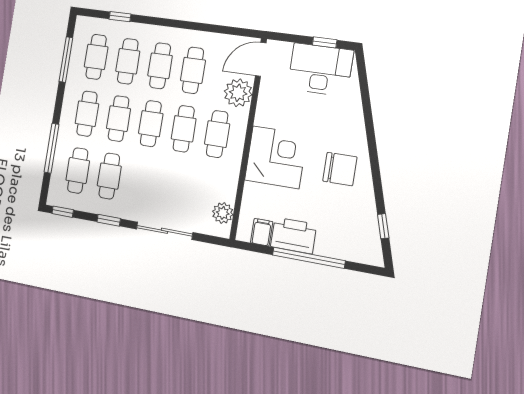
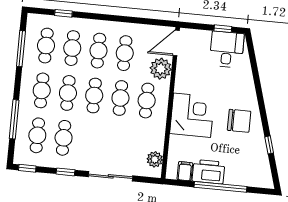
desk: (320, 70) -> (227, 49), width x0.73
window: (383, 226) -> (269, 145), moved

